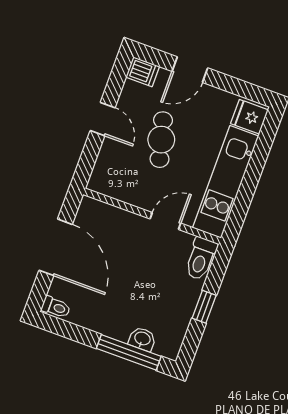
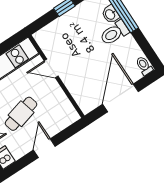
toilet: (201, 259) -> (114, 33), moved, turned 180

